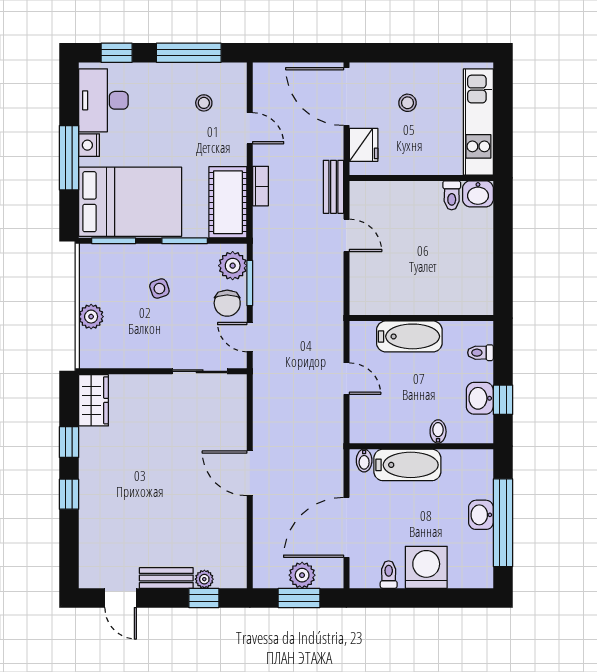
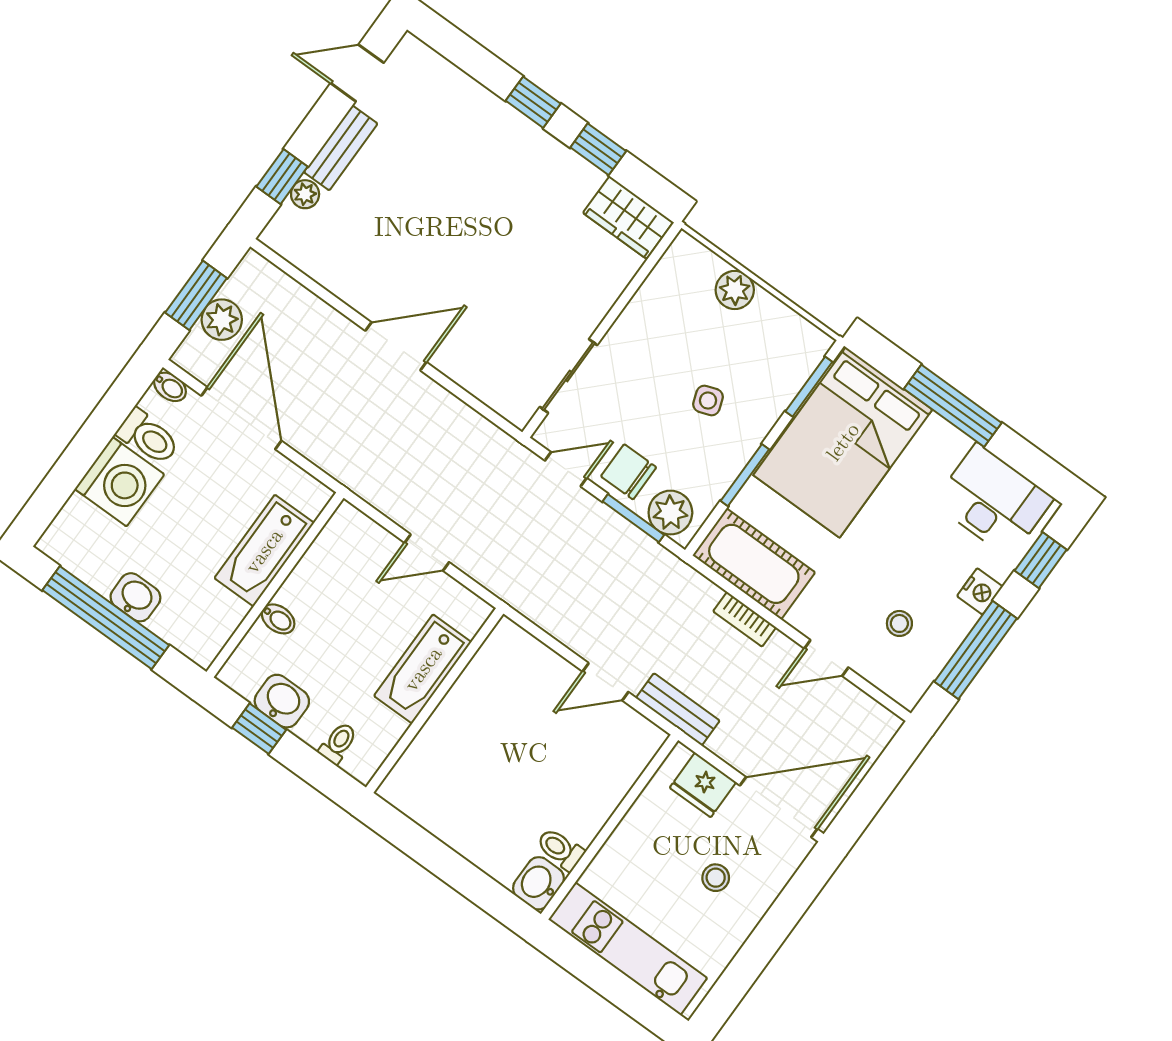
nightstand: (89, 145) -> (980, 591), moved, turned 90
bidet: (364, 461) -> (170, 387), moved, turned 180
toilet: (389, 575) -> (148, 437), width x1.37, depth x1.39

